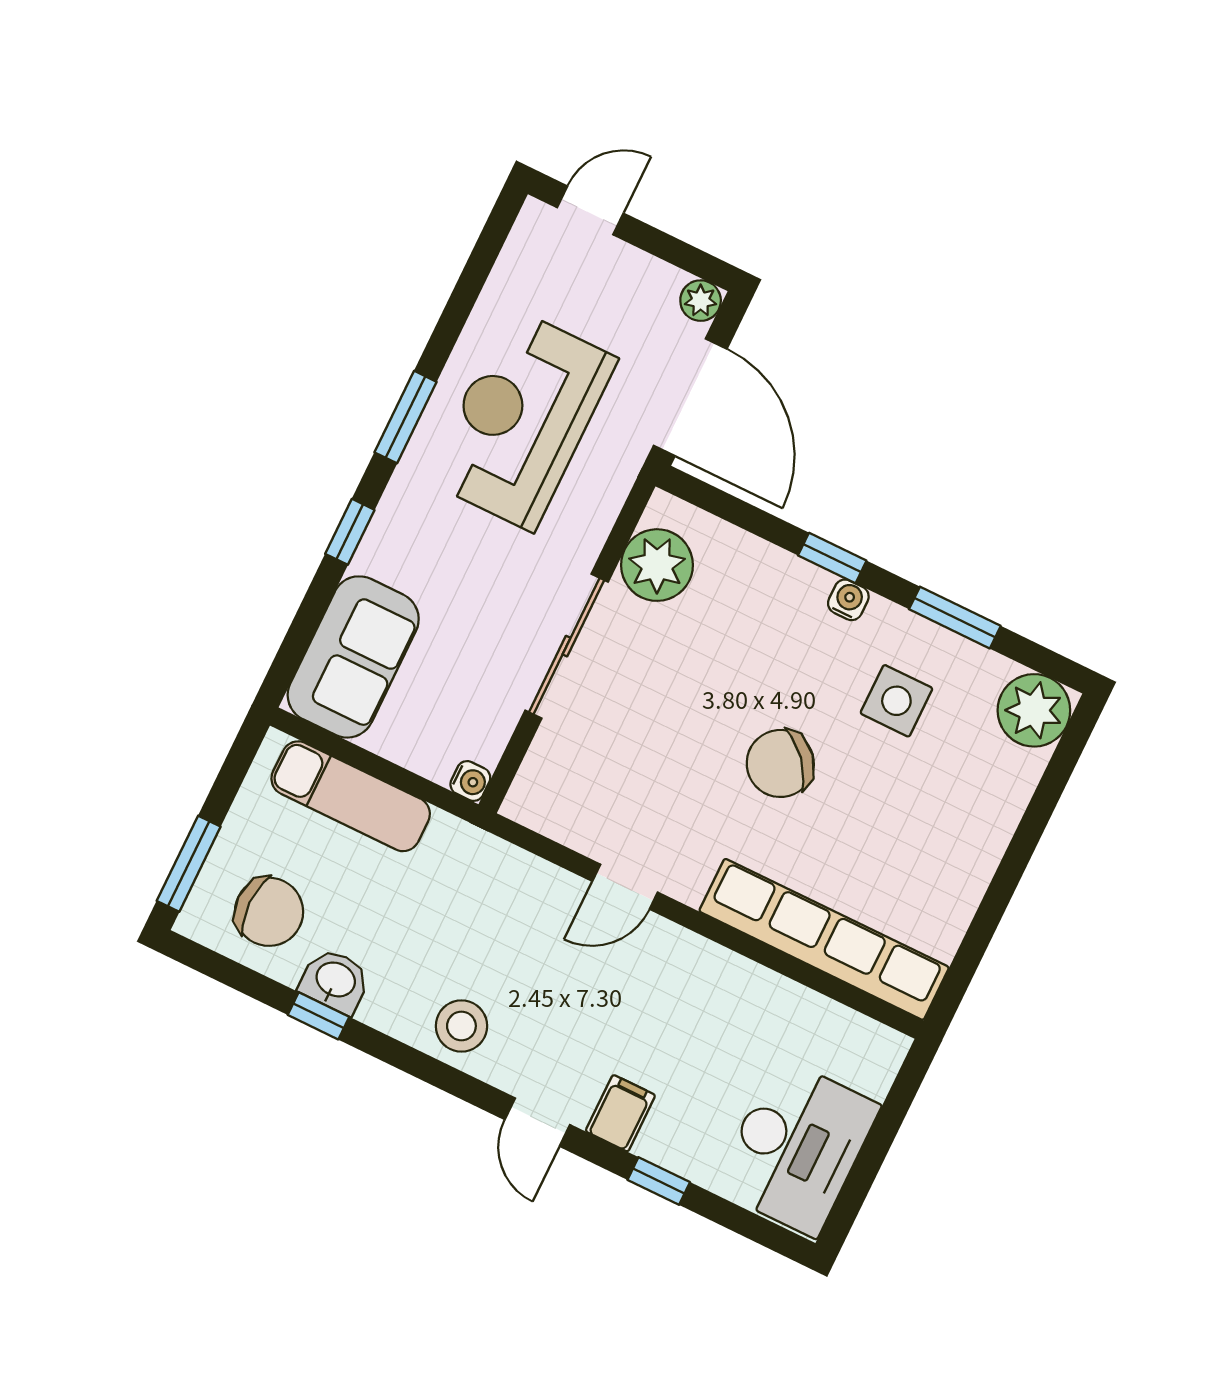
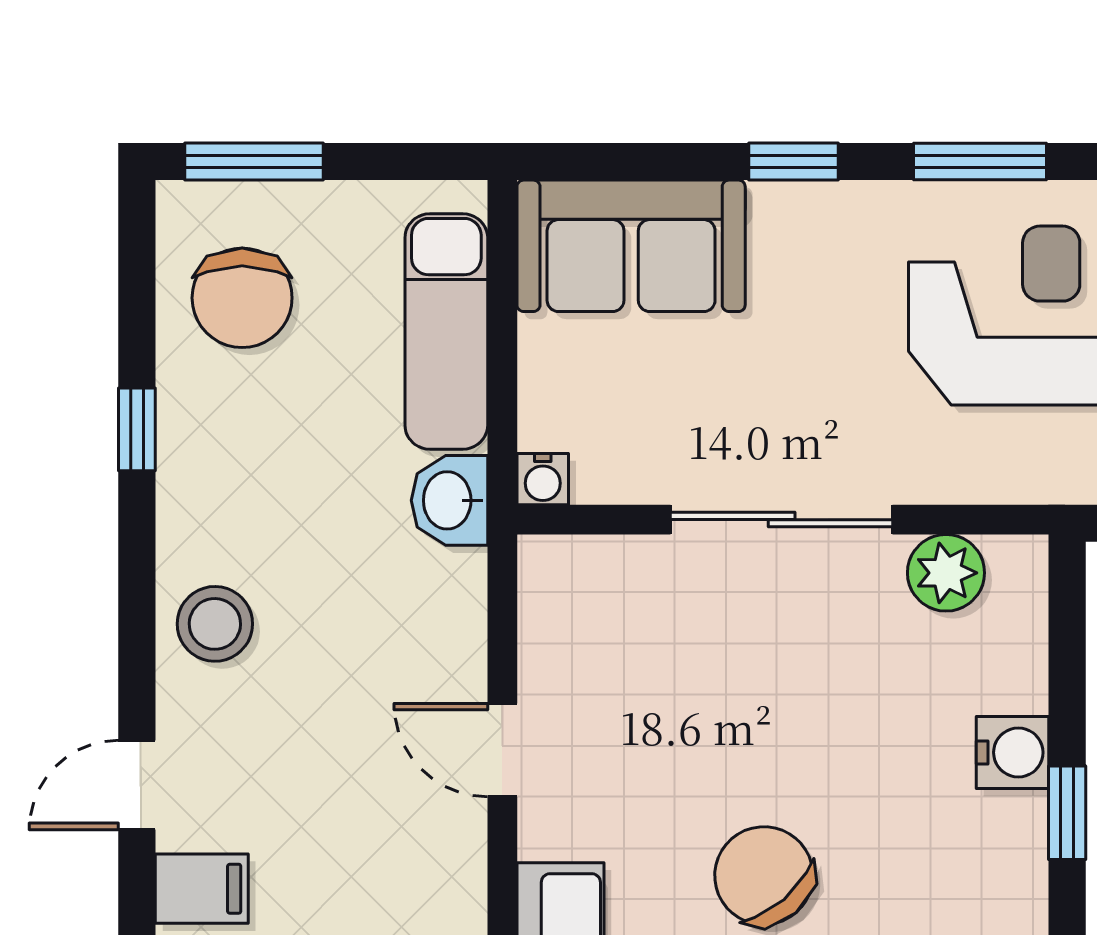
plant: (657, 565) -> (946, 573), width x0.73, depth x0.73
water cooler: (848, 600) -> (1013, 752), moved, width x1.38, depth x1.38
washbasin: (335, 981) -> (449, 500), moved, turned 180

